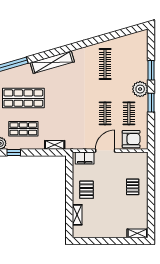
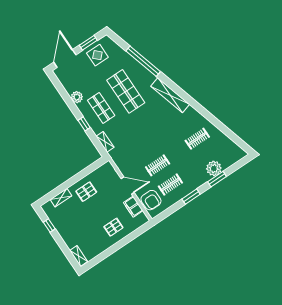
clothes rail: (105, 64) -> (197, 139), width x0.73
plant: (140, 89) -> (214, 168), moved
window: (14, 153) -> (84, 124), moved
filing cabinet: (85, 158) -> (133, 207), moved
window: (94, 241) -> (49, 226), added

